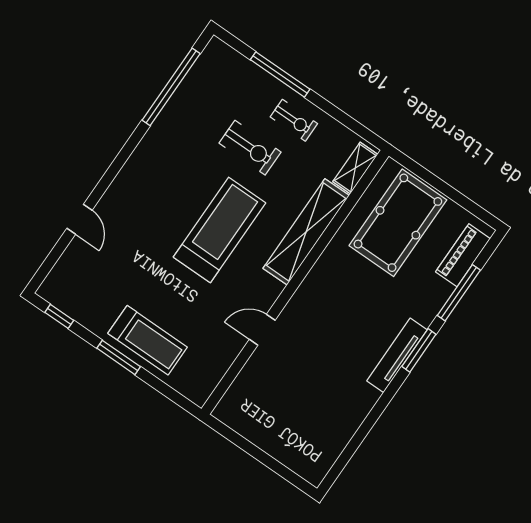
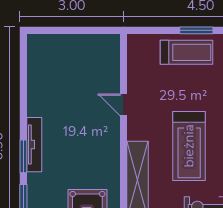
door: (262, 330) -> (123, 105), swing flipped
treadmill: (148, 340) -> (186, 52), turned 180

